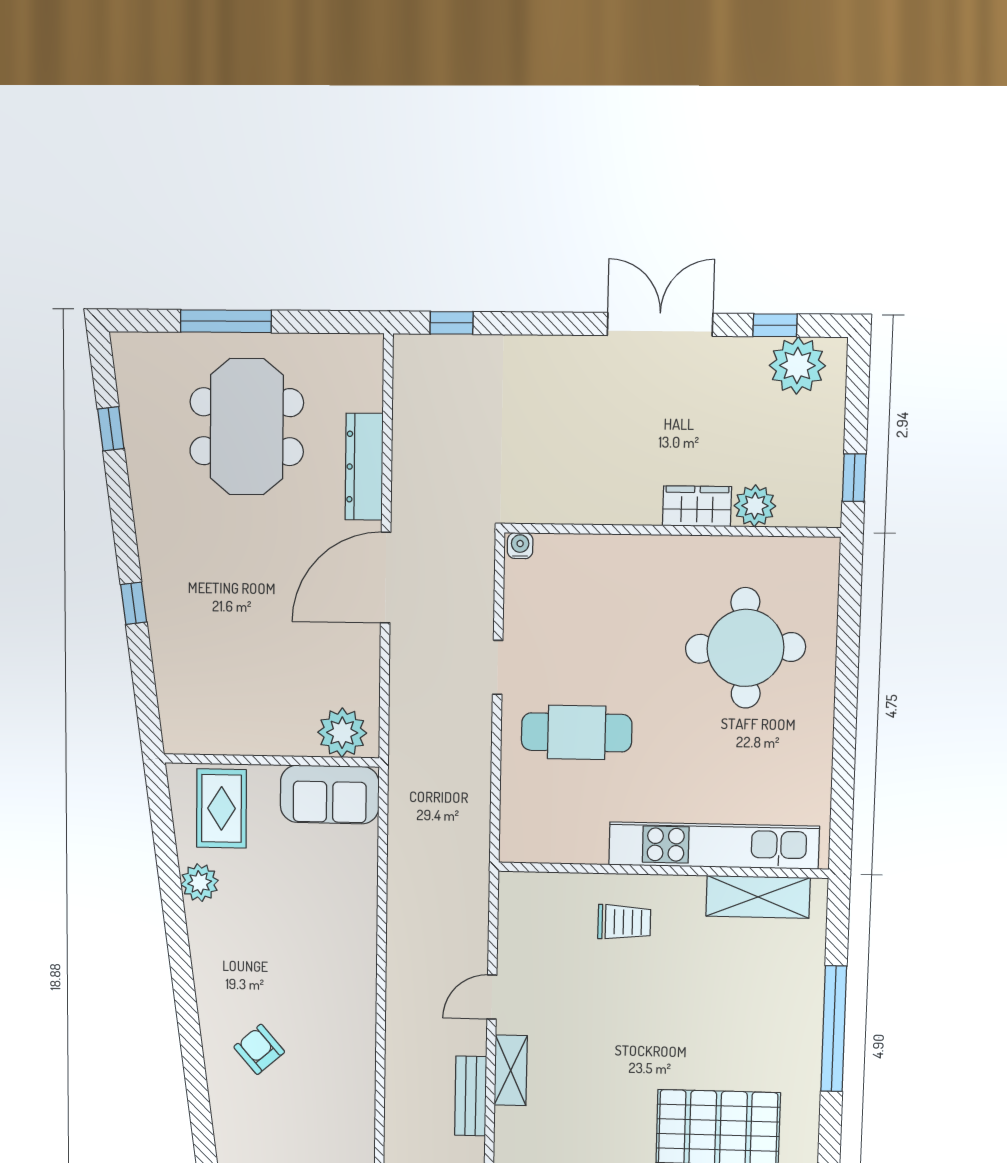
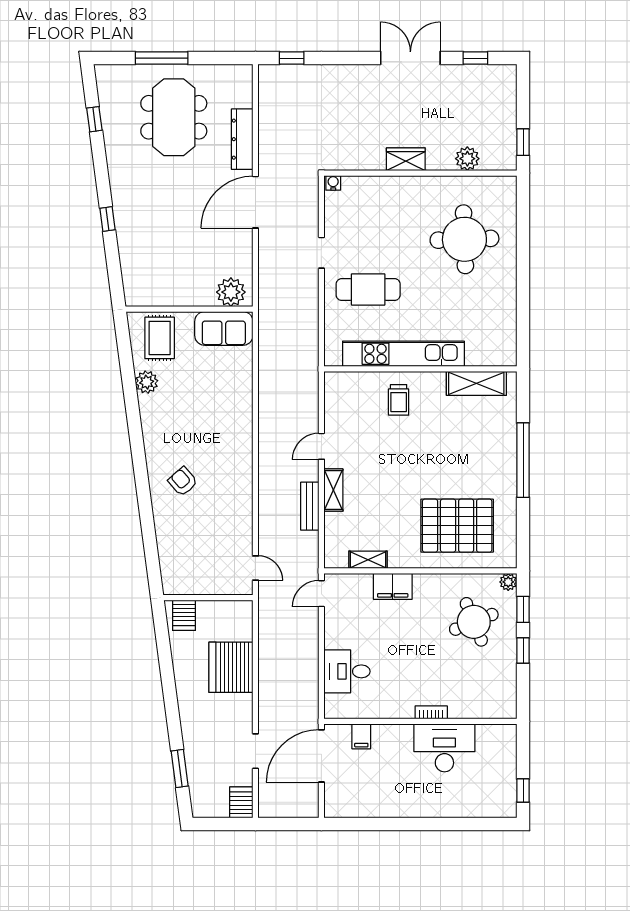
plant: (797, 366) -> (489, 80), removed
wardrobe: (697, 506) -> (406, 159), moved
kitchen unit: (714, 846) -> (403, 354), moved
trolley: (624, 922) -> (399, 400), turned 90

